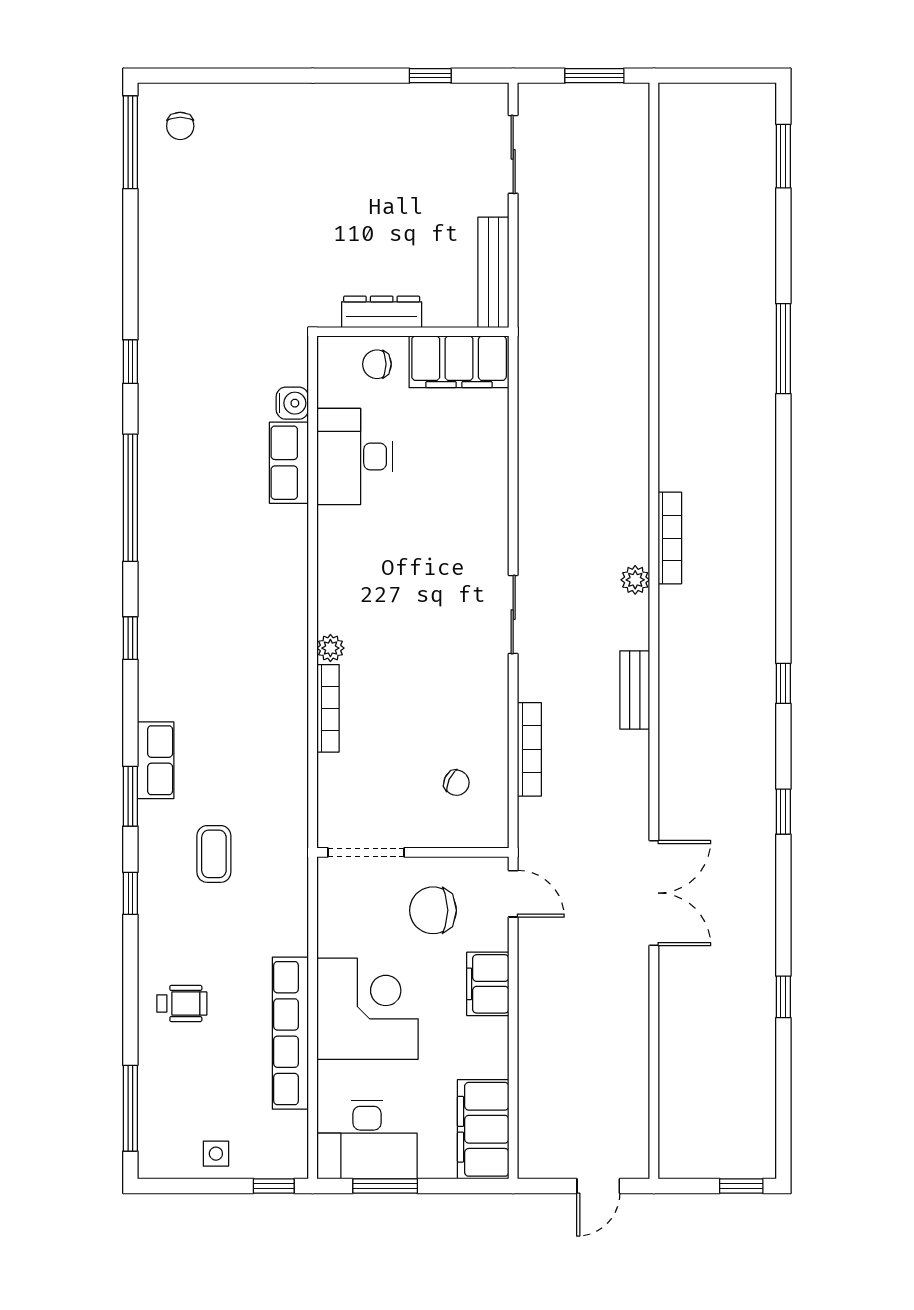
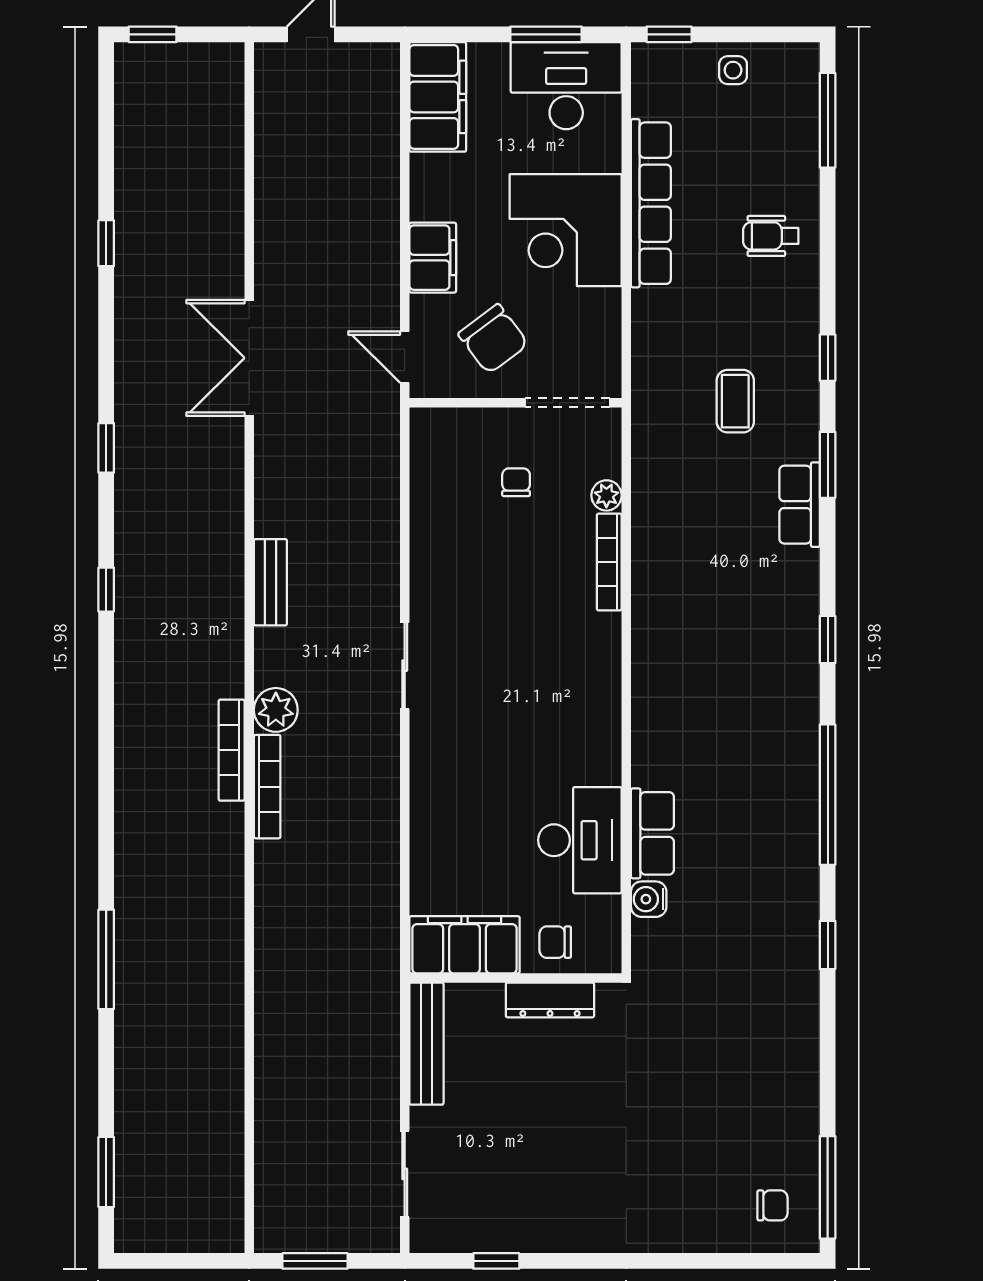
chair: (180, 126) -> (772, 1205), turned 90
chair: (377, 364) -> (555, 942), turned 180
plant: (635, 580) -> (276, 710), width x1.38, depth x1.38
plant: (330, 648) -> (606, 495), moved
bookcase: (529, 749) -> (267, 787), moved, turned 180
chair: (457, 783) -> (516, 482), moved, turned 65
chair: (433, 910) -> (493, 339), turned 53

